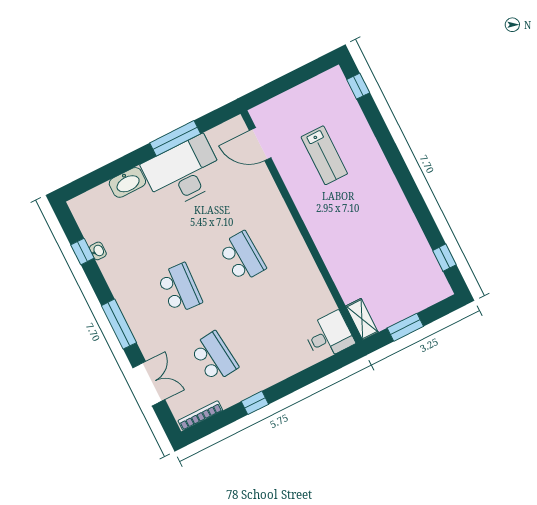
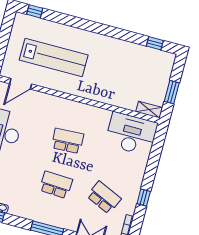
lab bench: (324, 155) -> (54, 57), width x1.86, depth x1.39
desk: (329, 336) -> (131, 134), width x1.87, depth x1.30
school desk: (214, 357) -> (104, 198), turned 30

